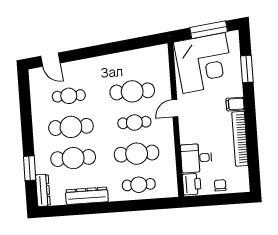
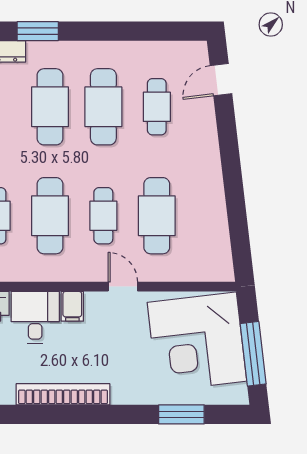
filing cabinet: (235, 104) -> (72, 306), moved, turned 180

